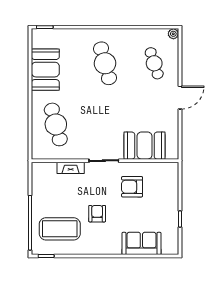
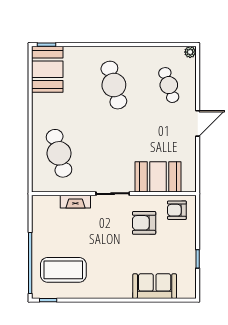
booth: (45, 70) -> (47, 69), moved
armchair: (97, 214) -> (177, 210), moved, turned -90

